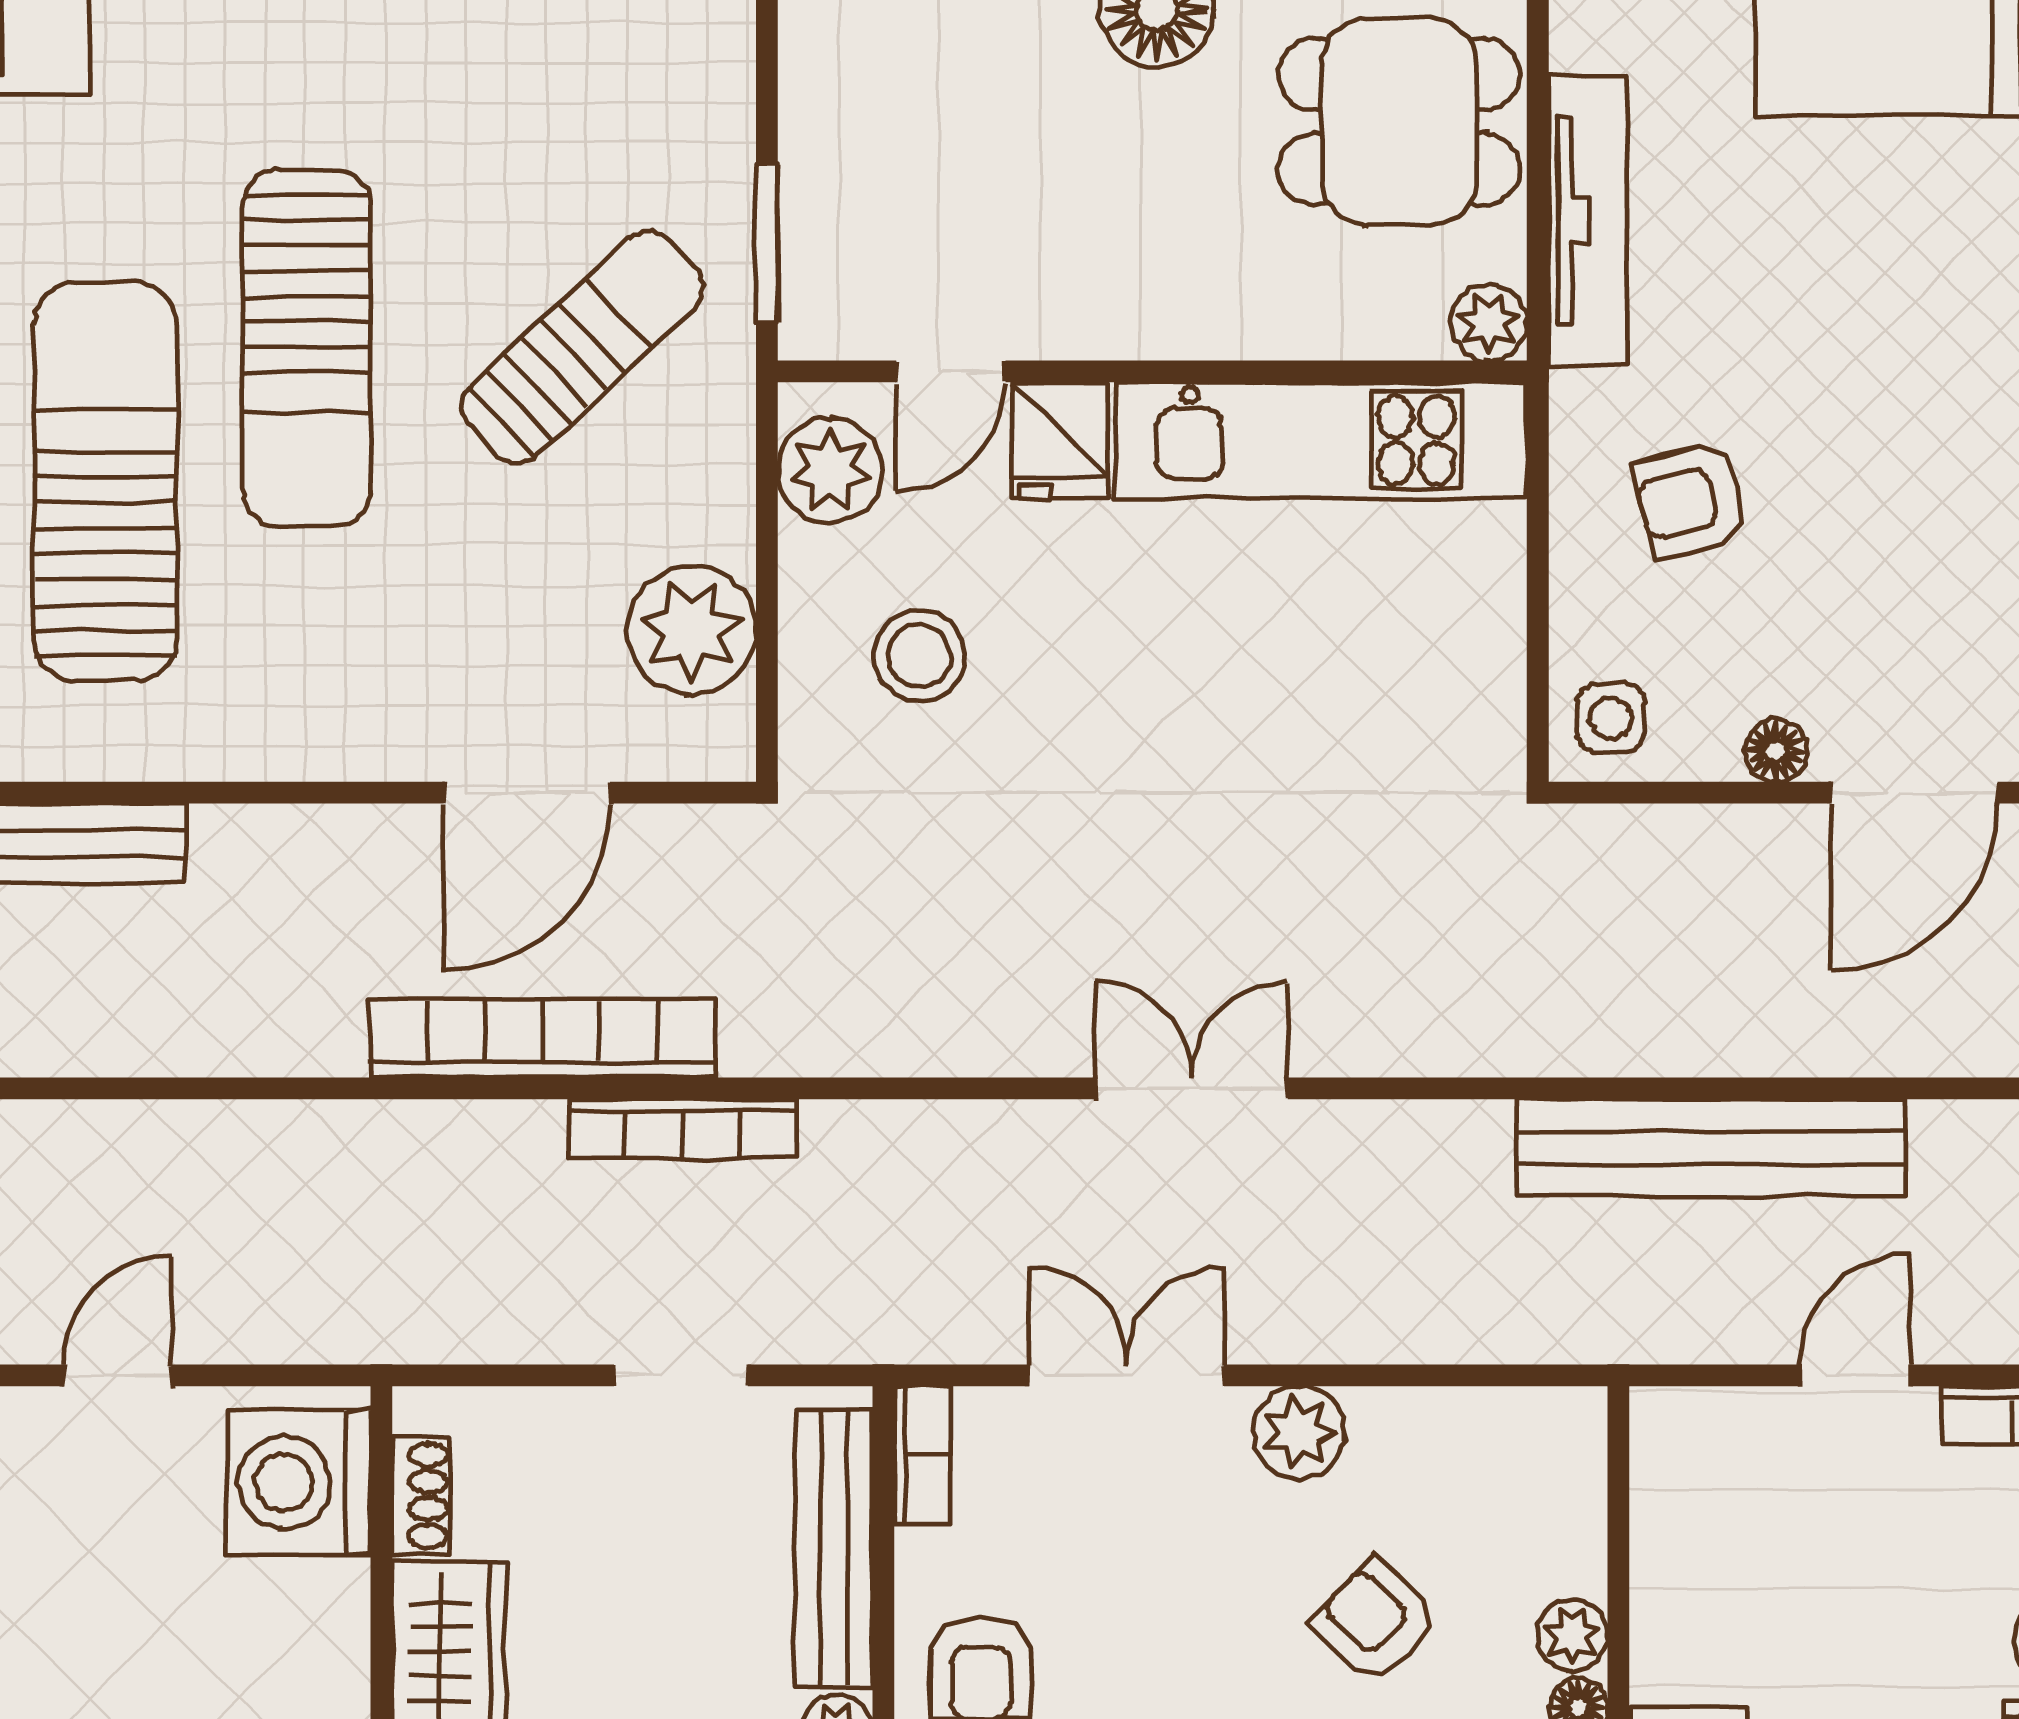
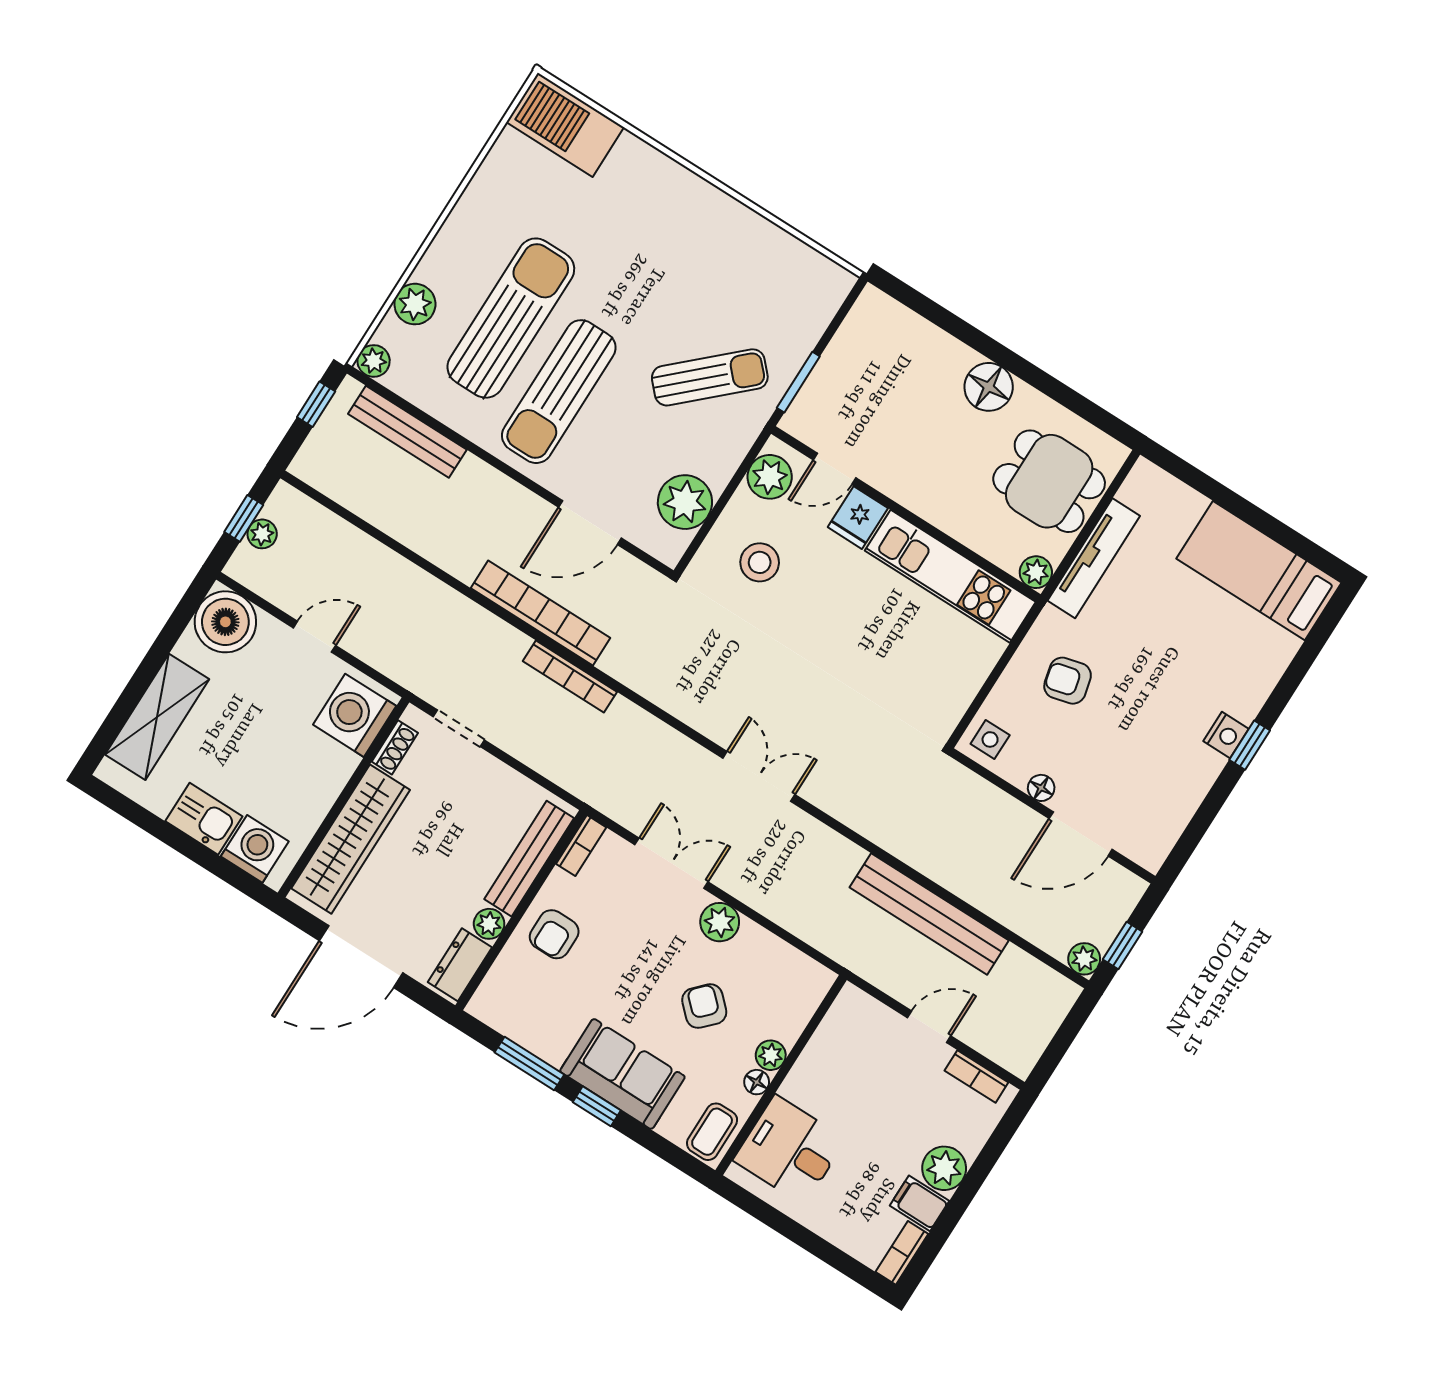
sun lounger: (307, 348) -> (559, 392), moved
doorway: (681, 1375) -> (459, 728), moved

